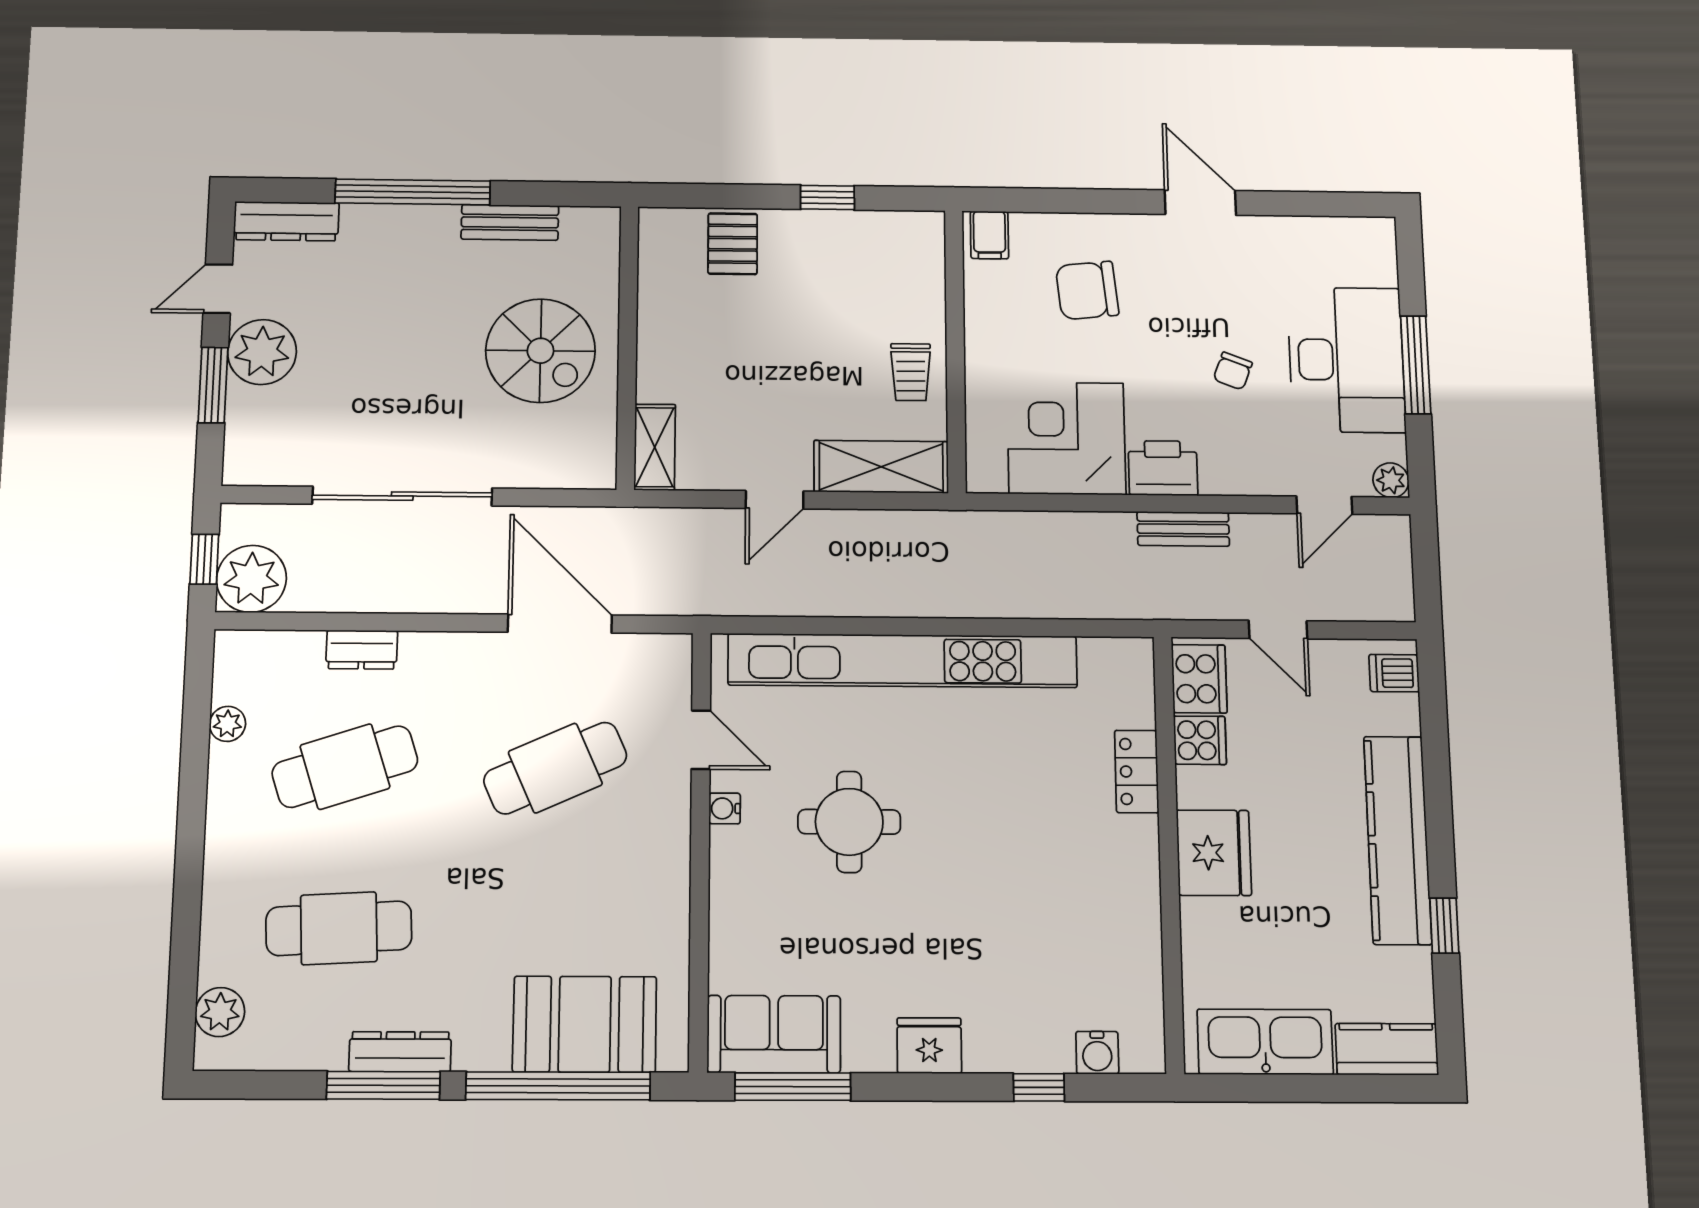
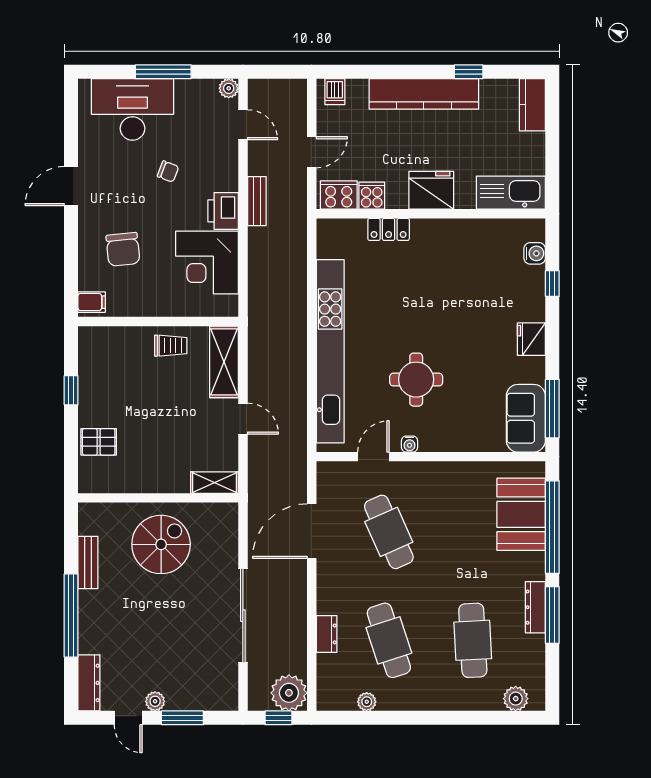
plant: (262, 352) -> (155, 701), width x0.53, depth x0.53
desk: (1346, 360) -> (132, 109), moved
kitchen sink: (1265, 1042) -> (511, 193), moved, turned 90

